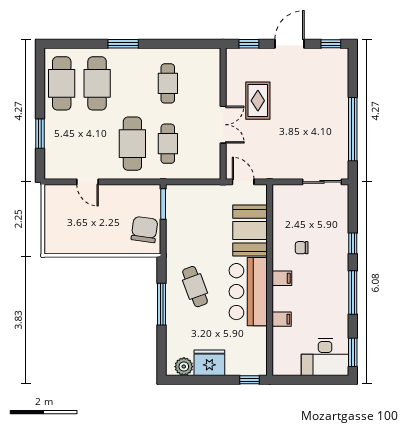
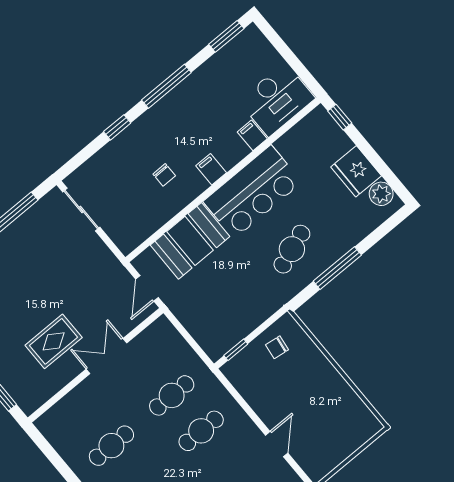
cafe table: (132, 144) -> (201, 431), width x0.73, depth x0.74
window: (163, 204) -> (236, 350), width x0.67
chair: (144, 230) -> (277, 347), width x0.54, depth x0.54
desk: (325, 357) -> (277, 100), moved, turned 90

